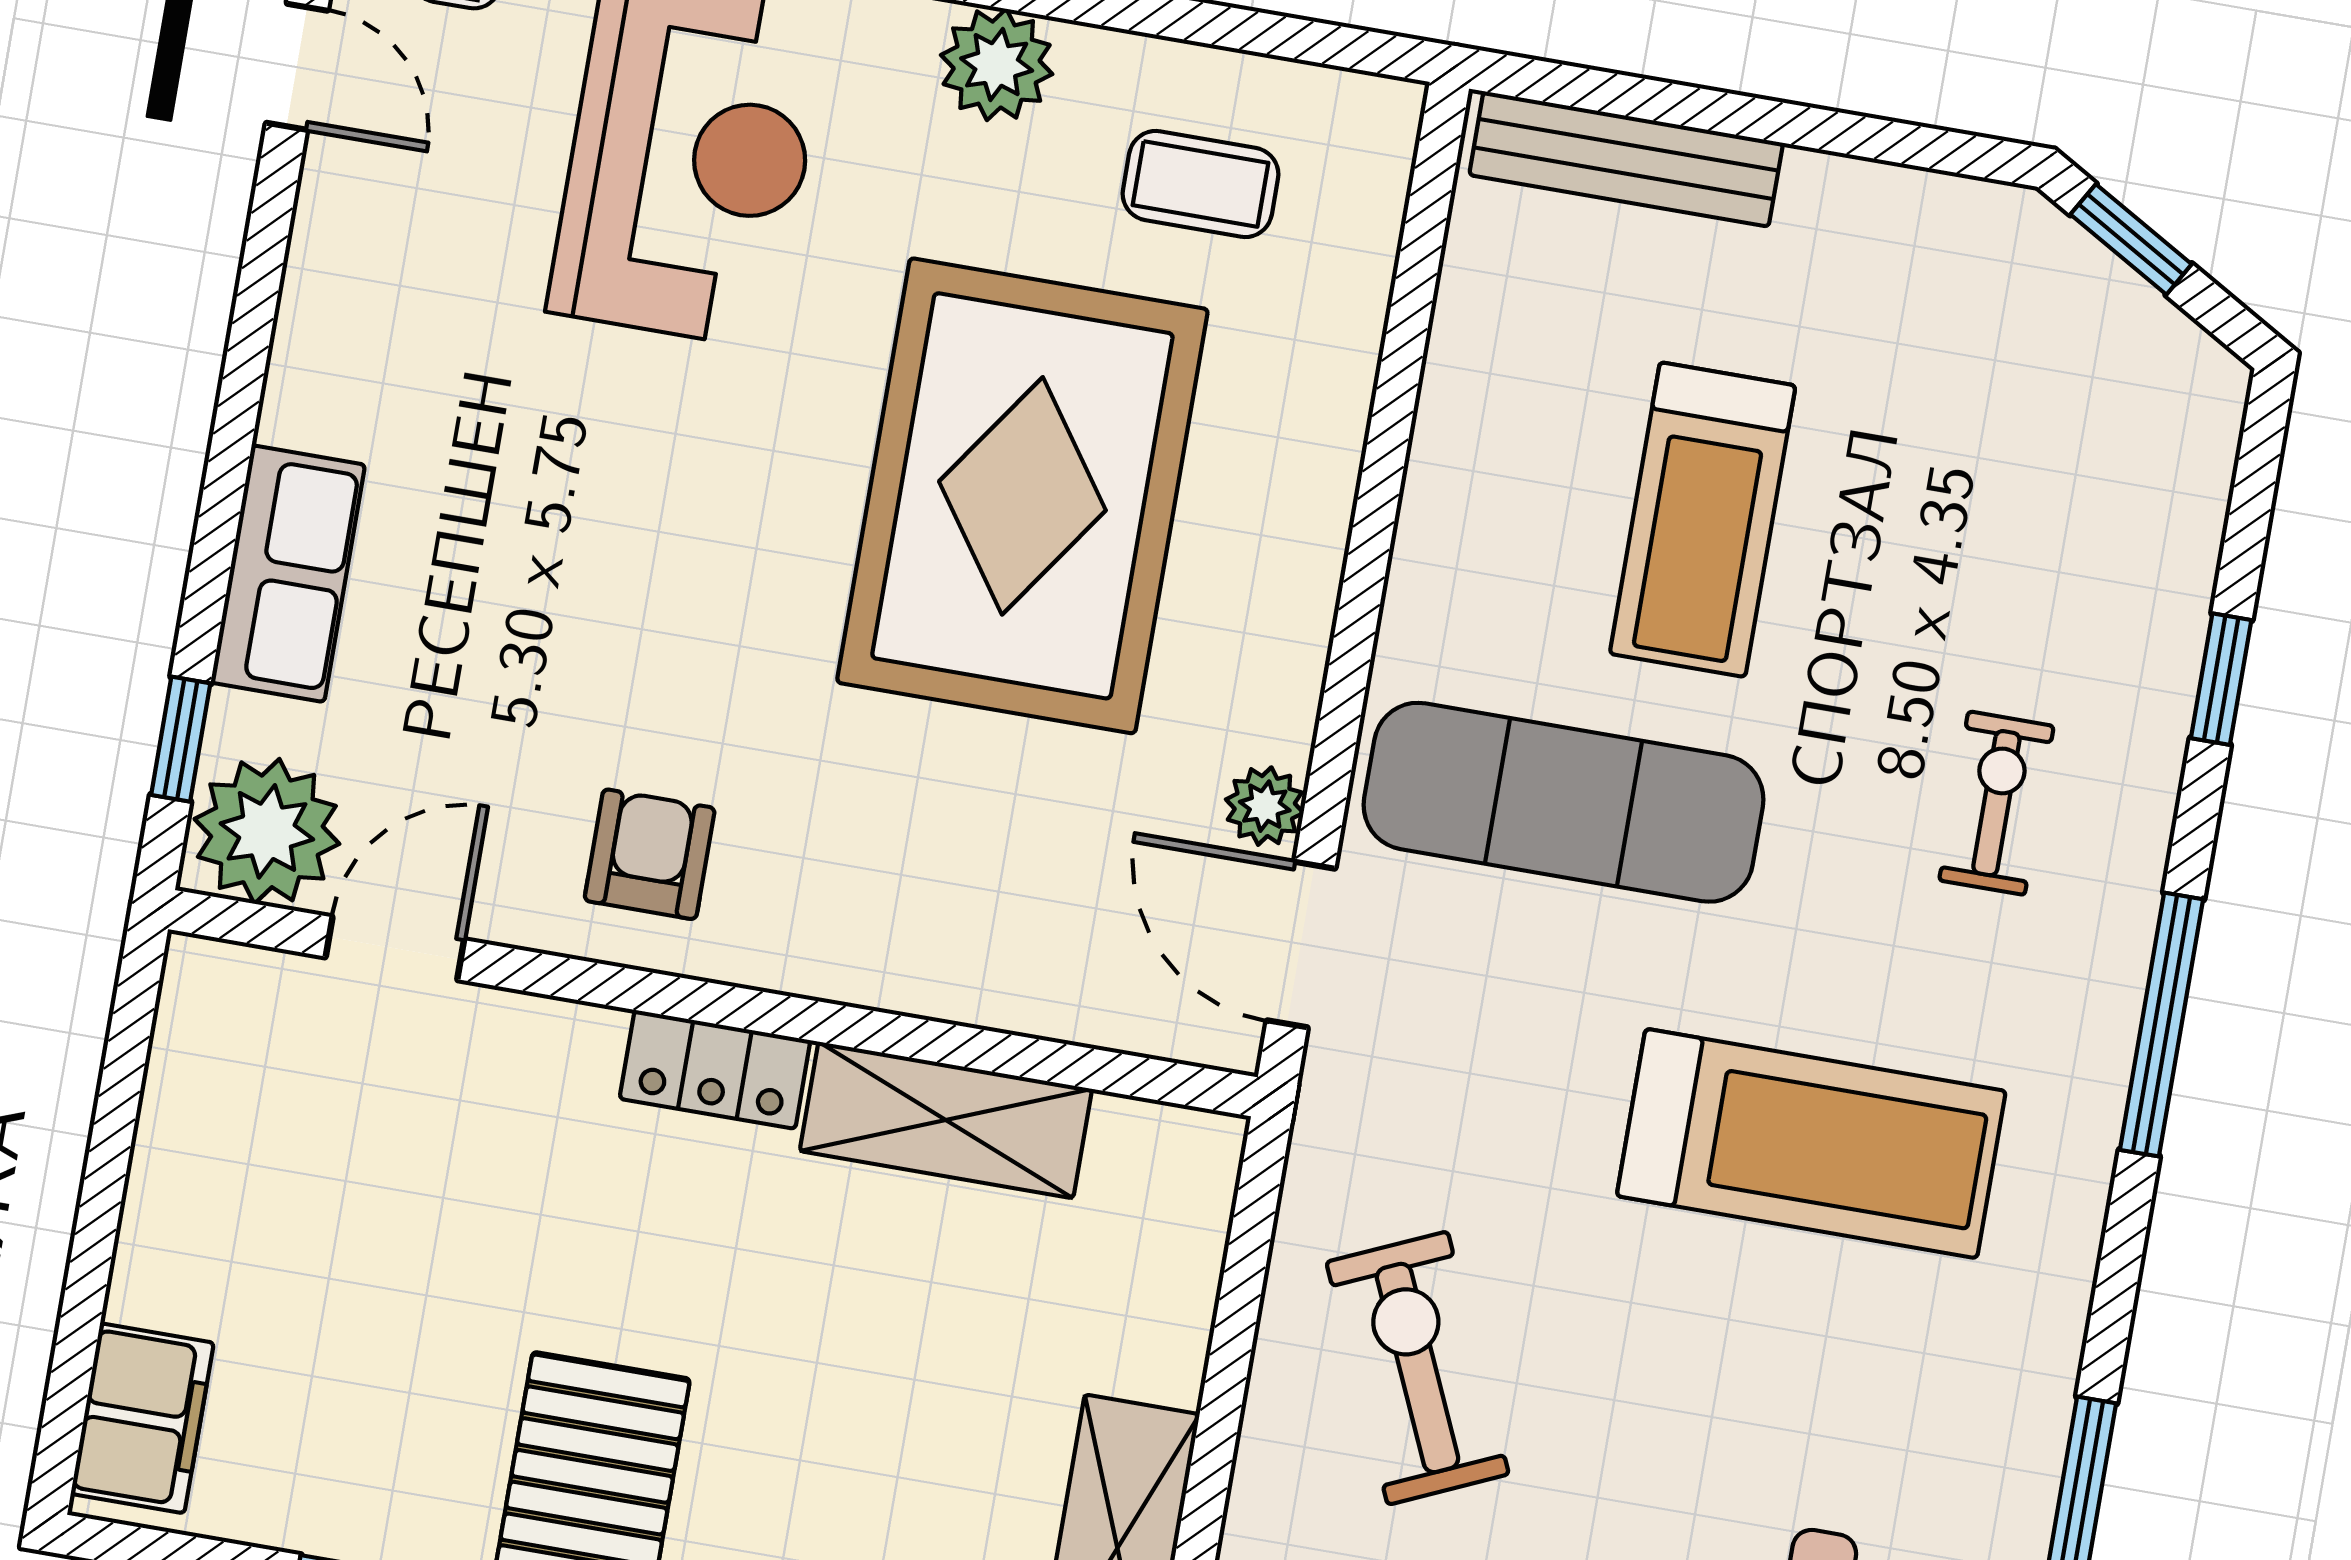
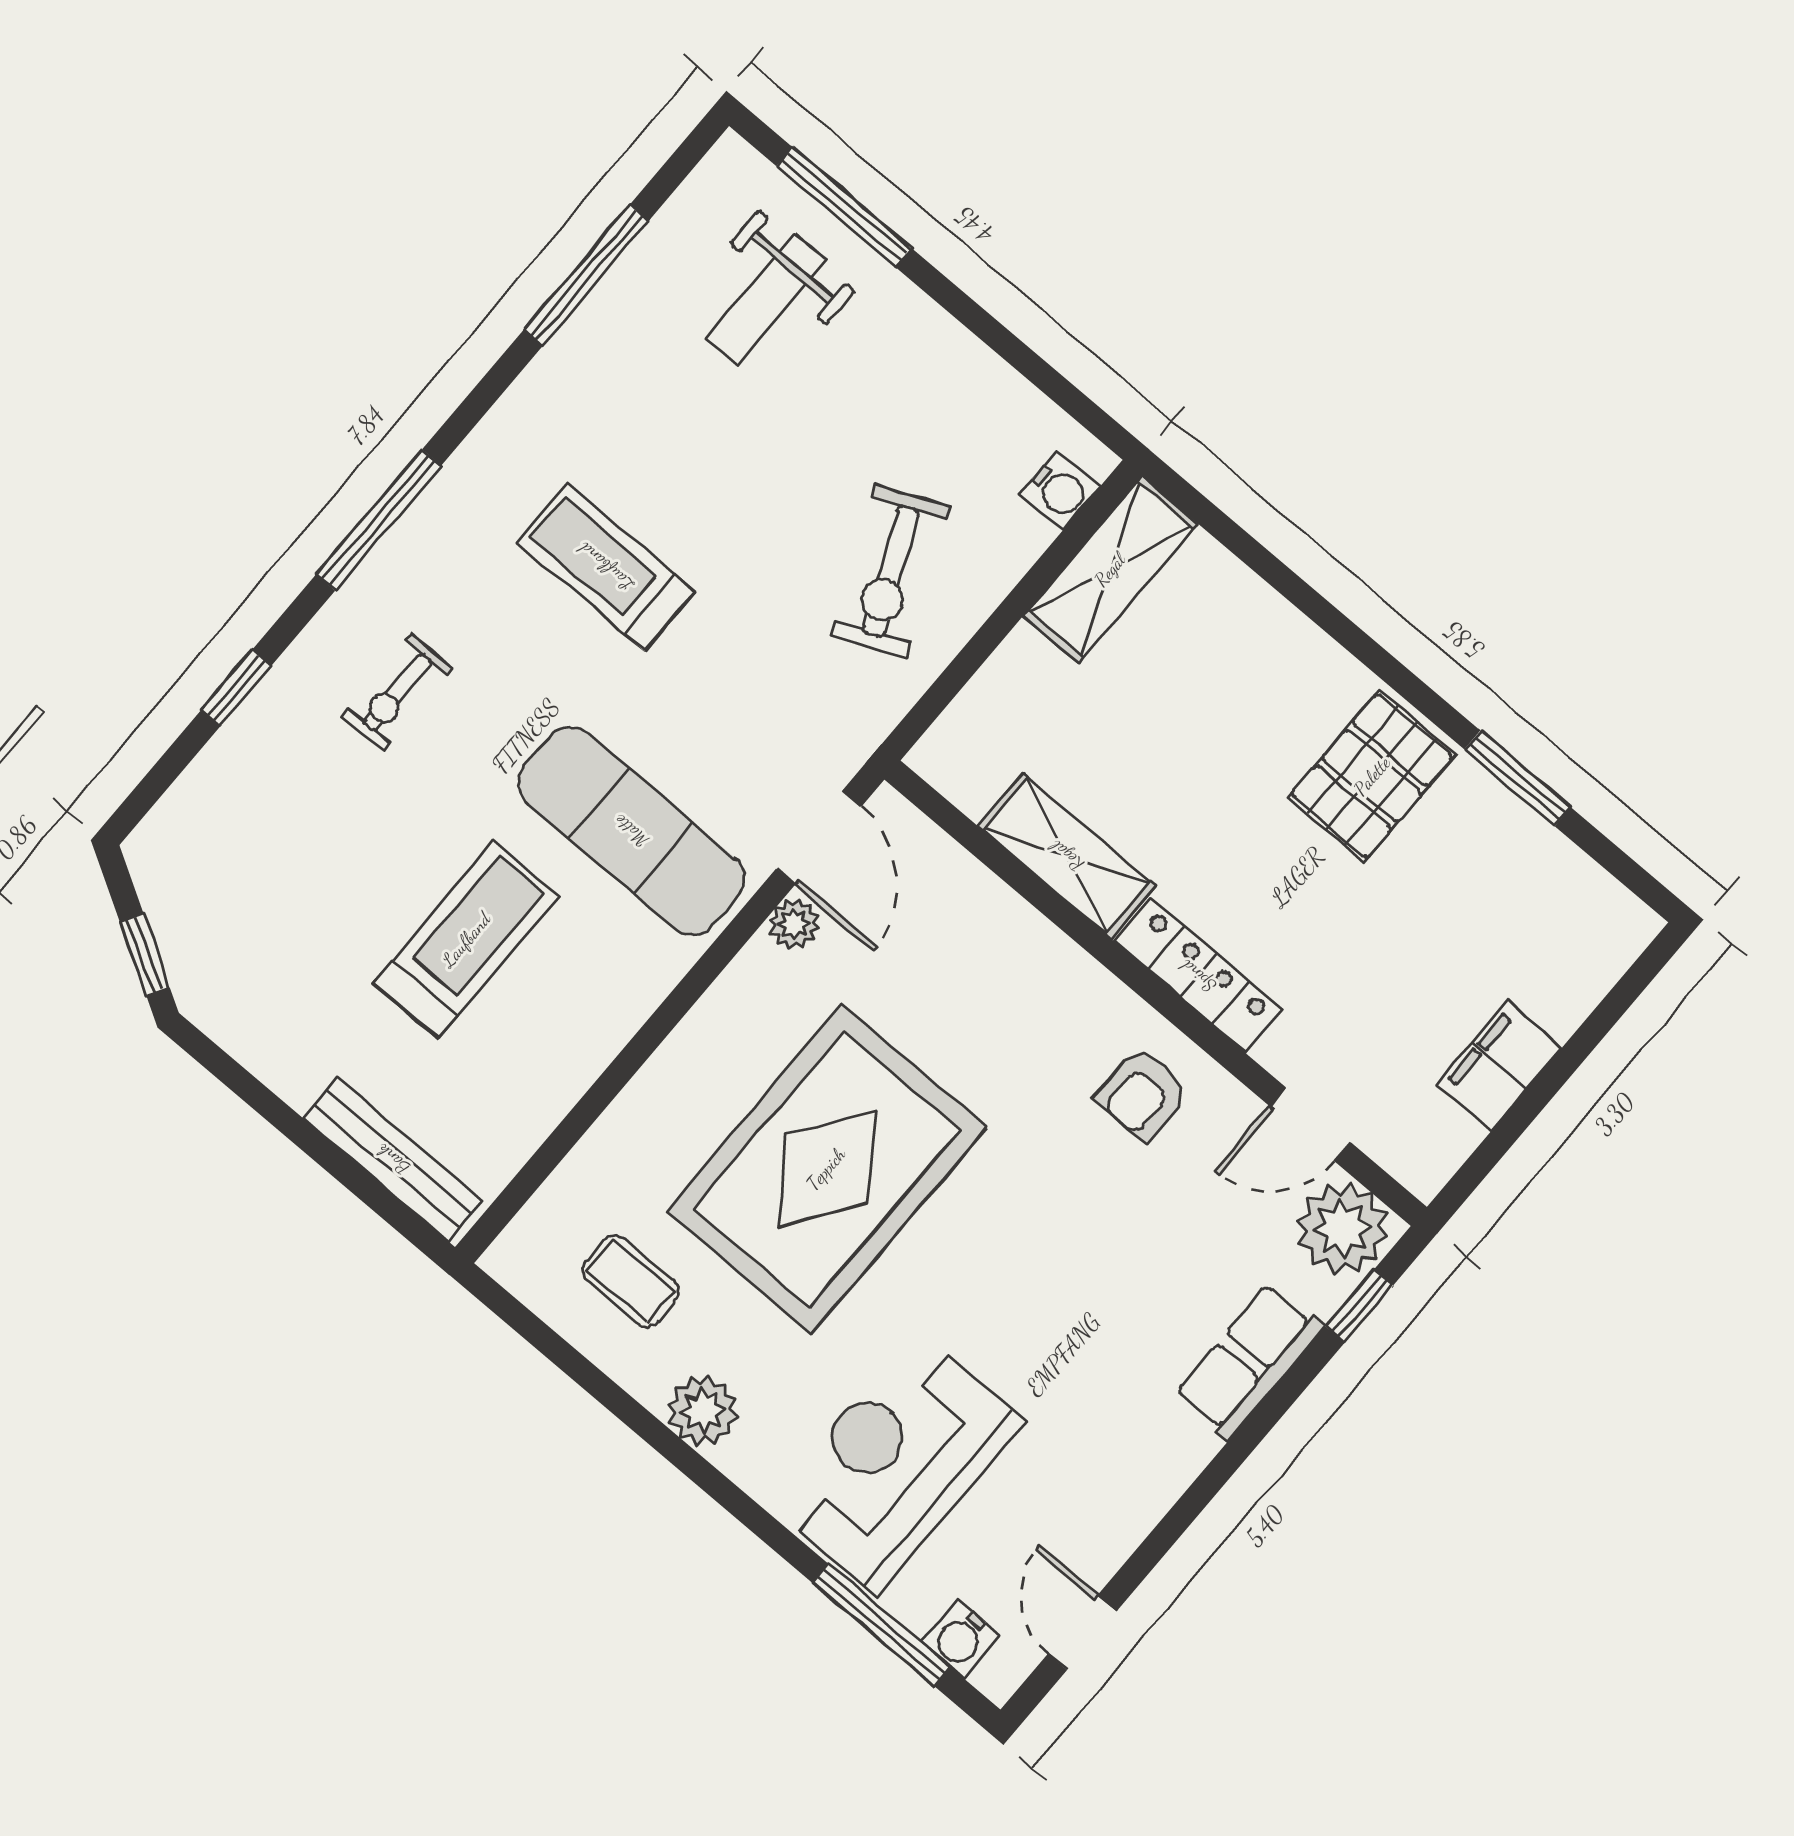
locker: (715, 1069) -> (1198, 976), width x1.53
treadmill: (1811, 1143) -> (606, 567), width x0.73, depth x0.73
filing cabinet: (142, 1418) -> (1499, 1066), moved

